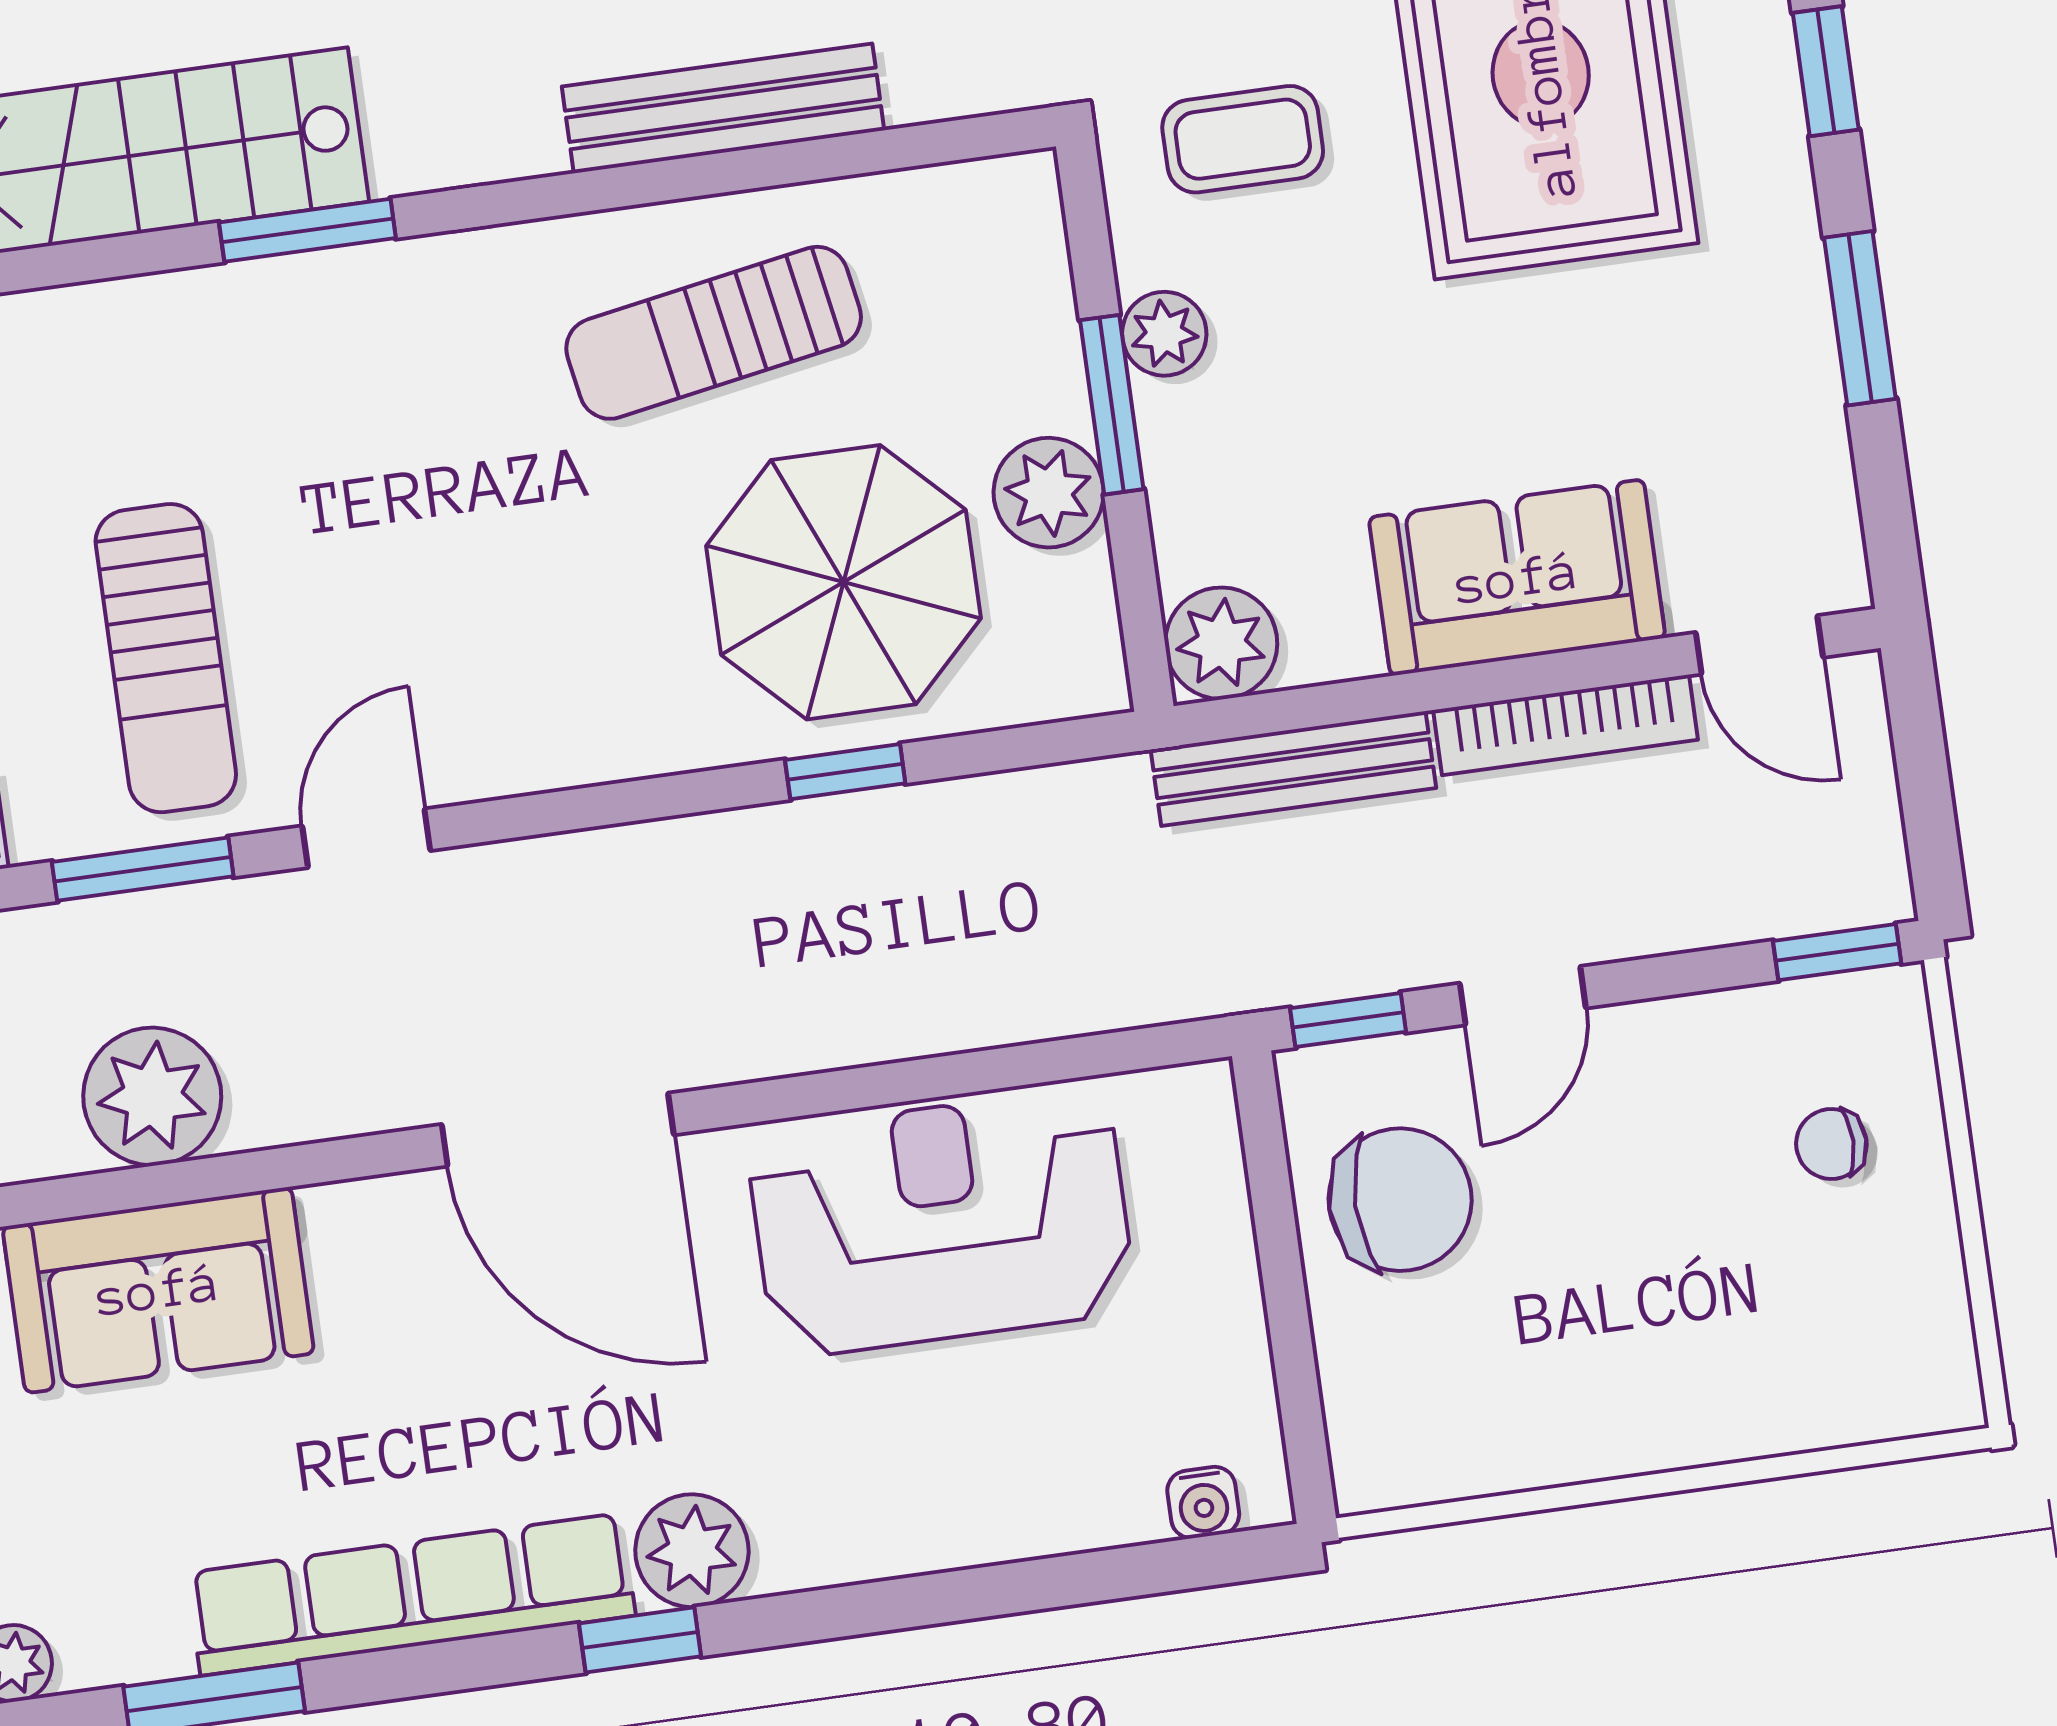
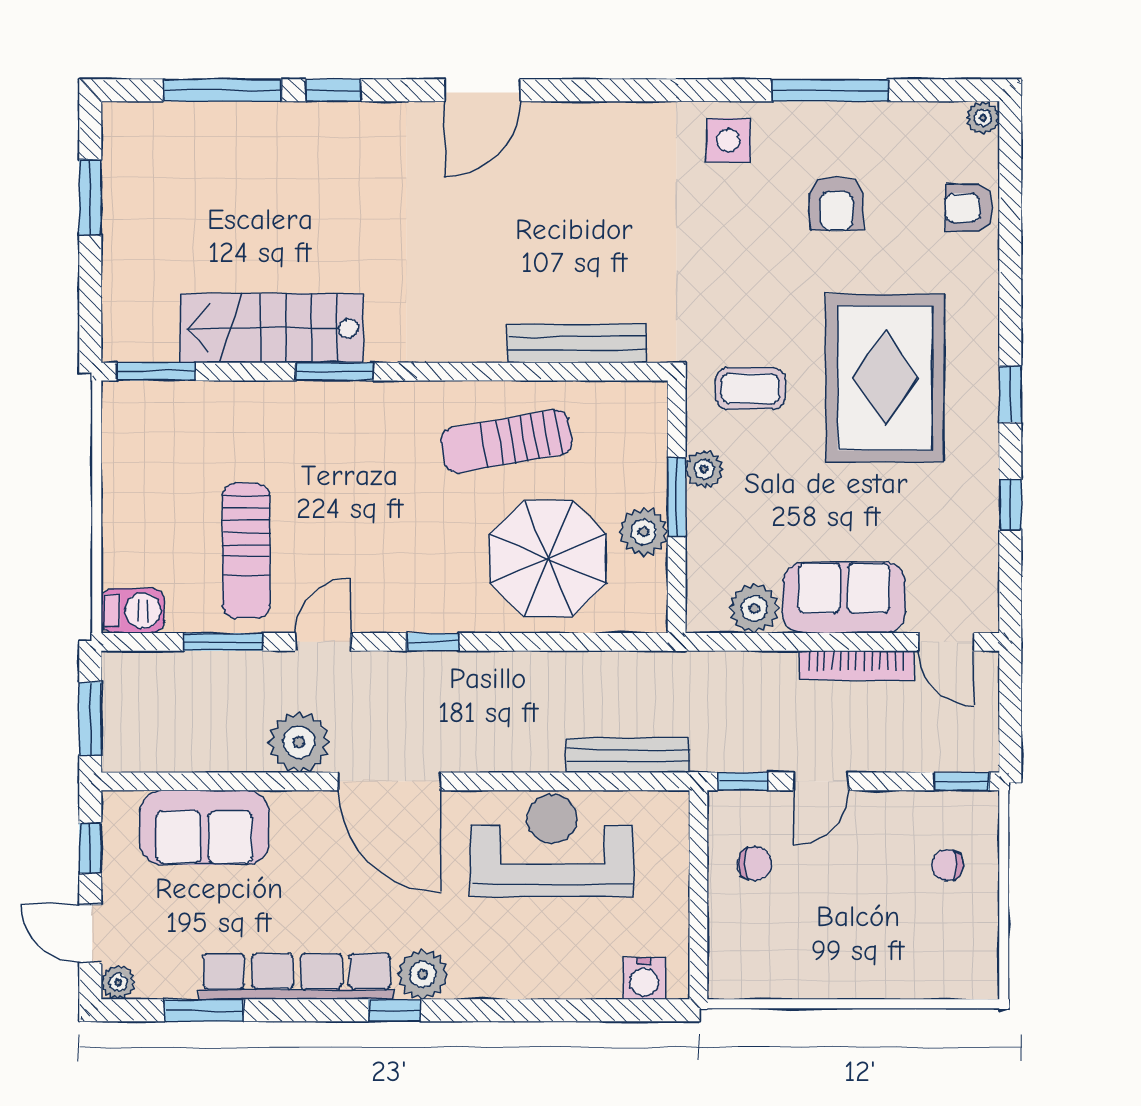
bench: (723, 108) -> (577, 343), moved
window: (1860, 318) -> (1010, 505), width x0.67
plant: (1221, 643) -> (754, 608), moved
bench: (1293, 769) -> (628, 755), moved
window: (845, 772) -> (433, 642), moved
plant: (152, 1096) -> (299, 742), moved
chair: (1400, 1200) -> (755, 863), width x0.54, depth x0.54
water cooler: (1203, 1503) -> (644, 979), width x1.38, depth x1.38

